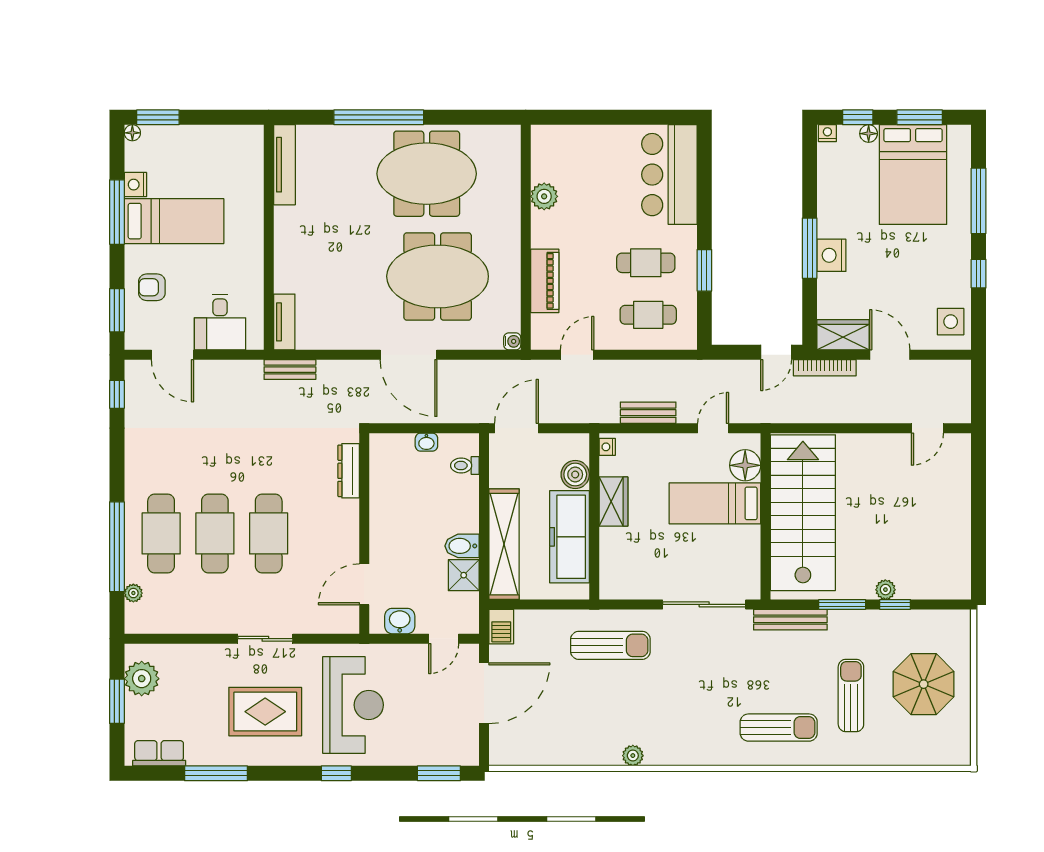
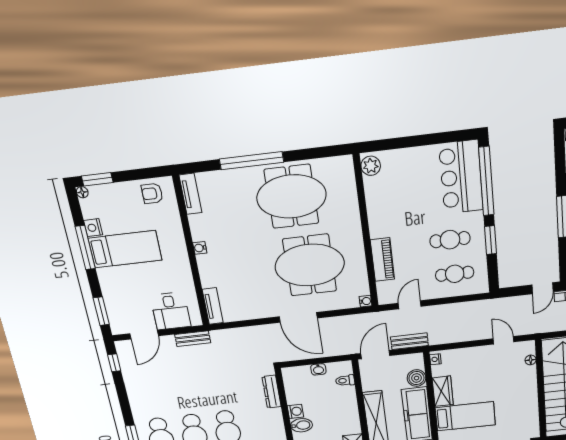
tv unit: (284, 165) -> (190, 194), width x0.71
window: (704, 185) -> (486, 181), added
plant: (544, 196) -> (371, 166), moved
water cooler: (282, 232) -> (200, 248), added
armchair: (152, 287) -> (152, 193), moved
door: (172, 355) -> (144, 335), hinge flipped
bench: (290, 370) -> (193, 339), moved
bench: (648, 413) -> (409, 341), moved
door: (713, 428) -> (503, 340), hinge flipped
floor lamp: (745, 465) -> (531, 360), width x0.53, depth x0.53
bed: (715, 503) -> (465, 416), moved, turned 180
washing machine: (380, 509) -> (295, 411), added
bidet: (462, 546) -> (302, 425), moved, turned 180

